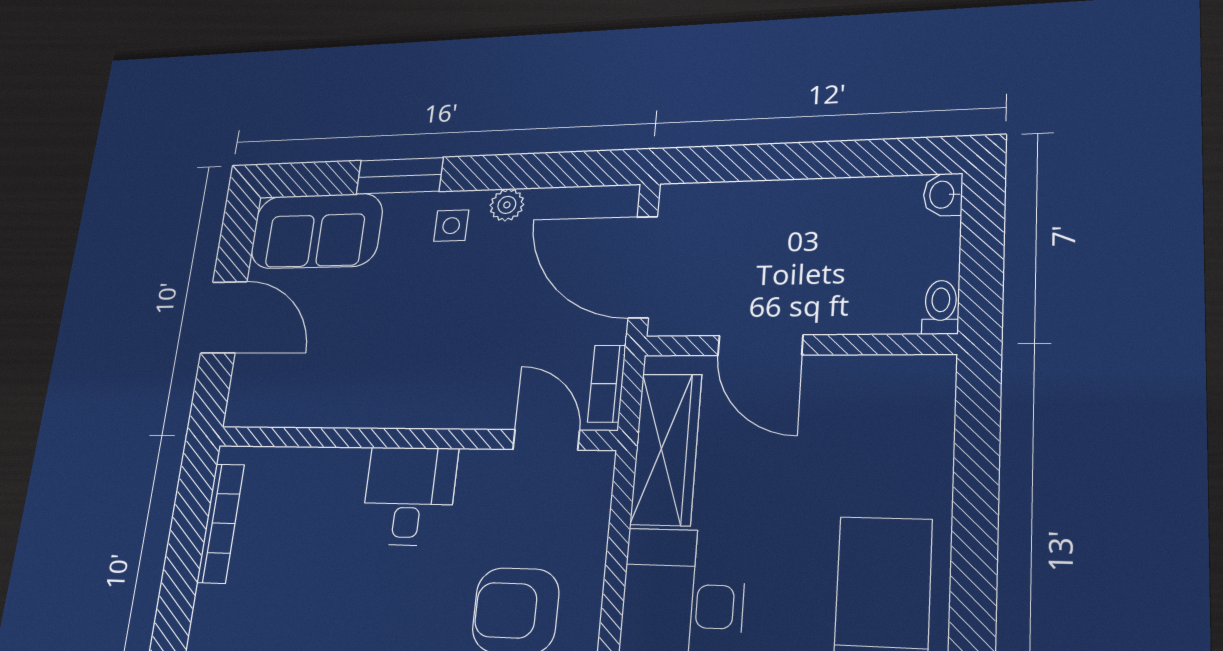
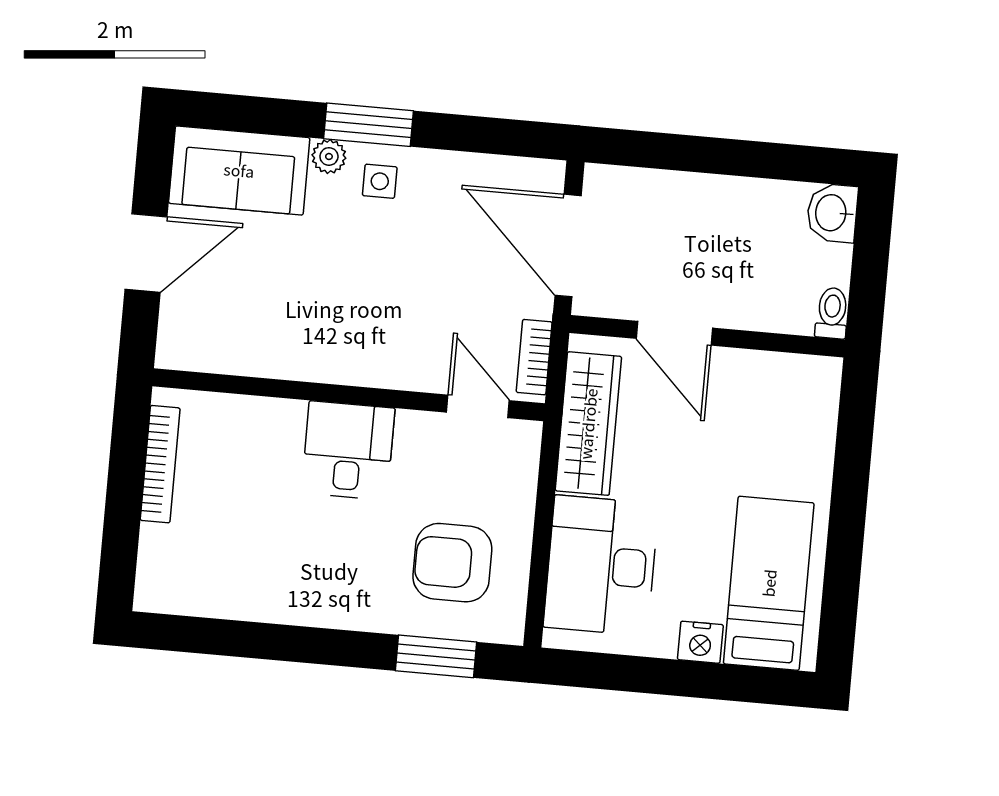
window: (400, 176) -> (368, 125), moved
washbasin: (943, 195) -> (832, 213), width x1.38, depth x1.45
plant: (507, 205) -> (329, 156), moved
door: (224, 317) -> (146, 253), hinge flipped

